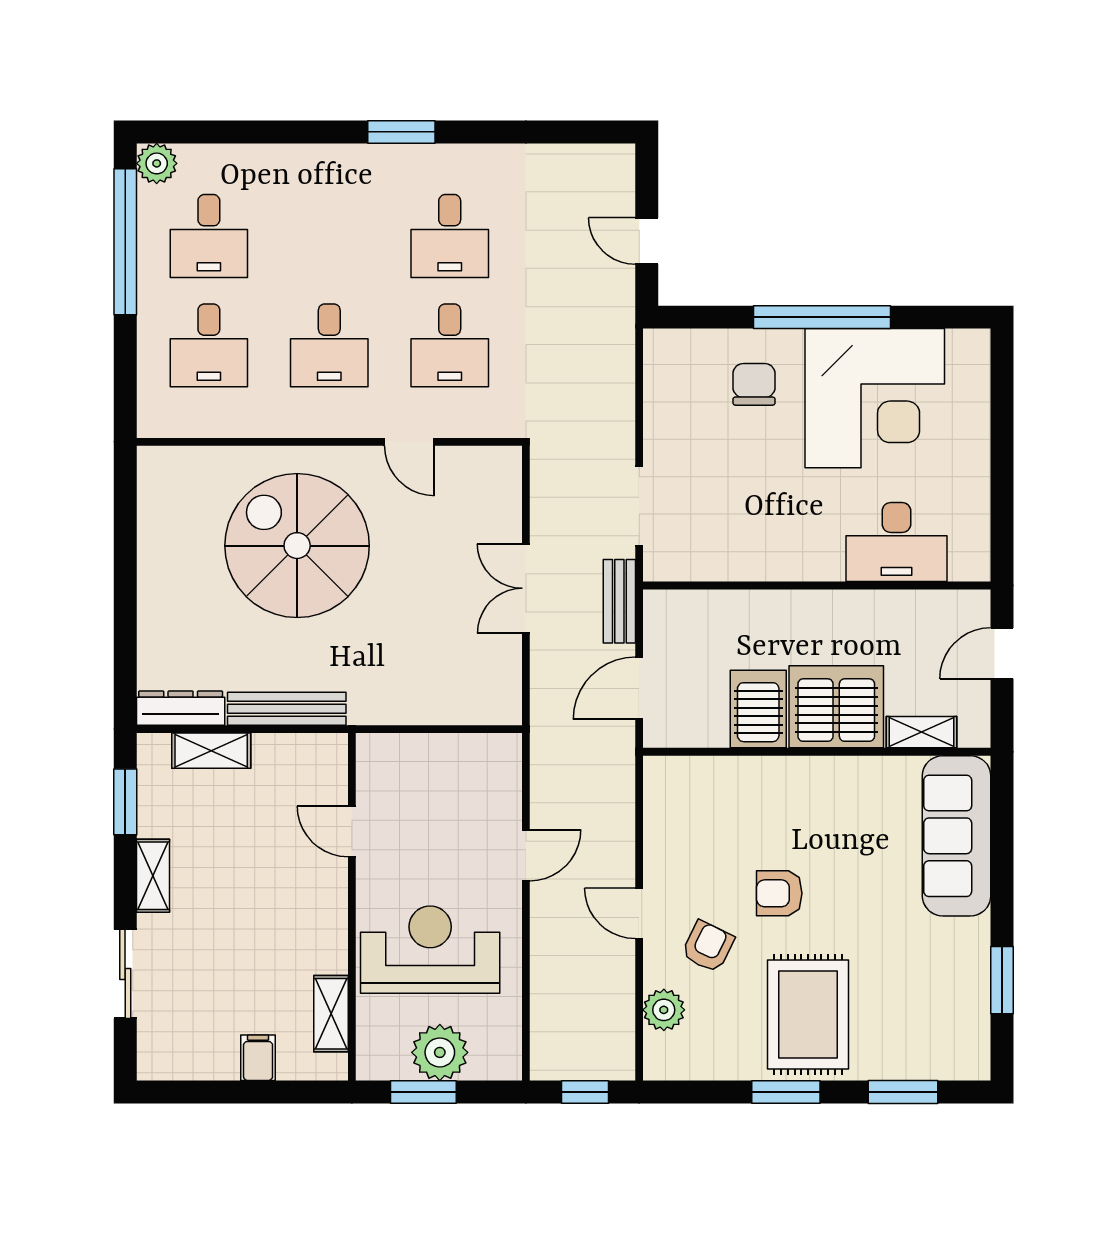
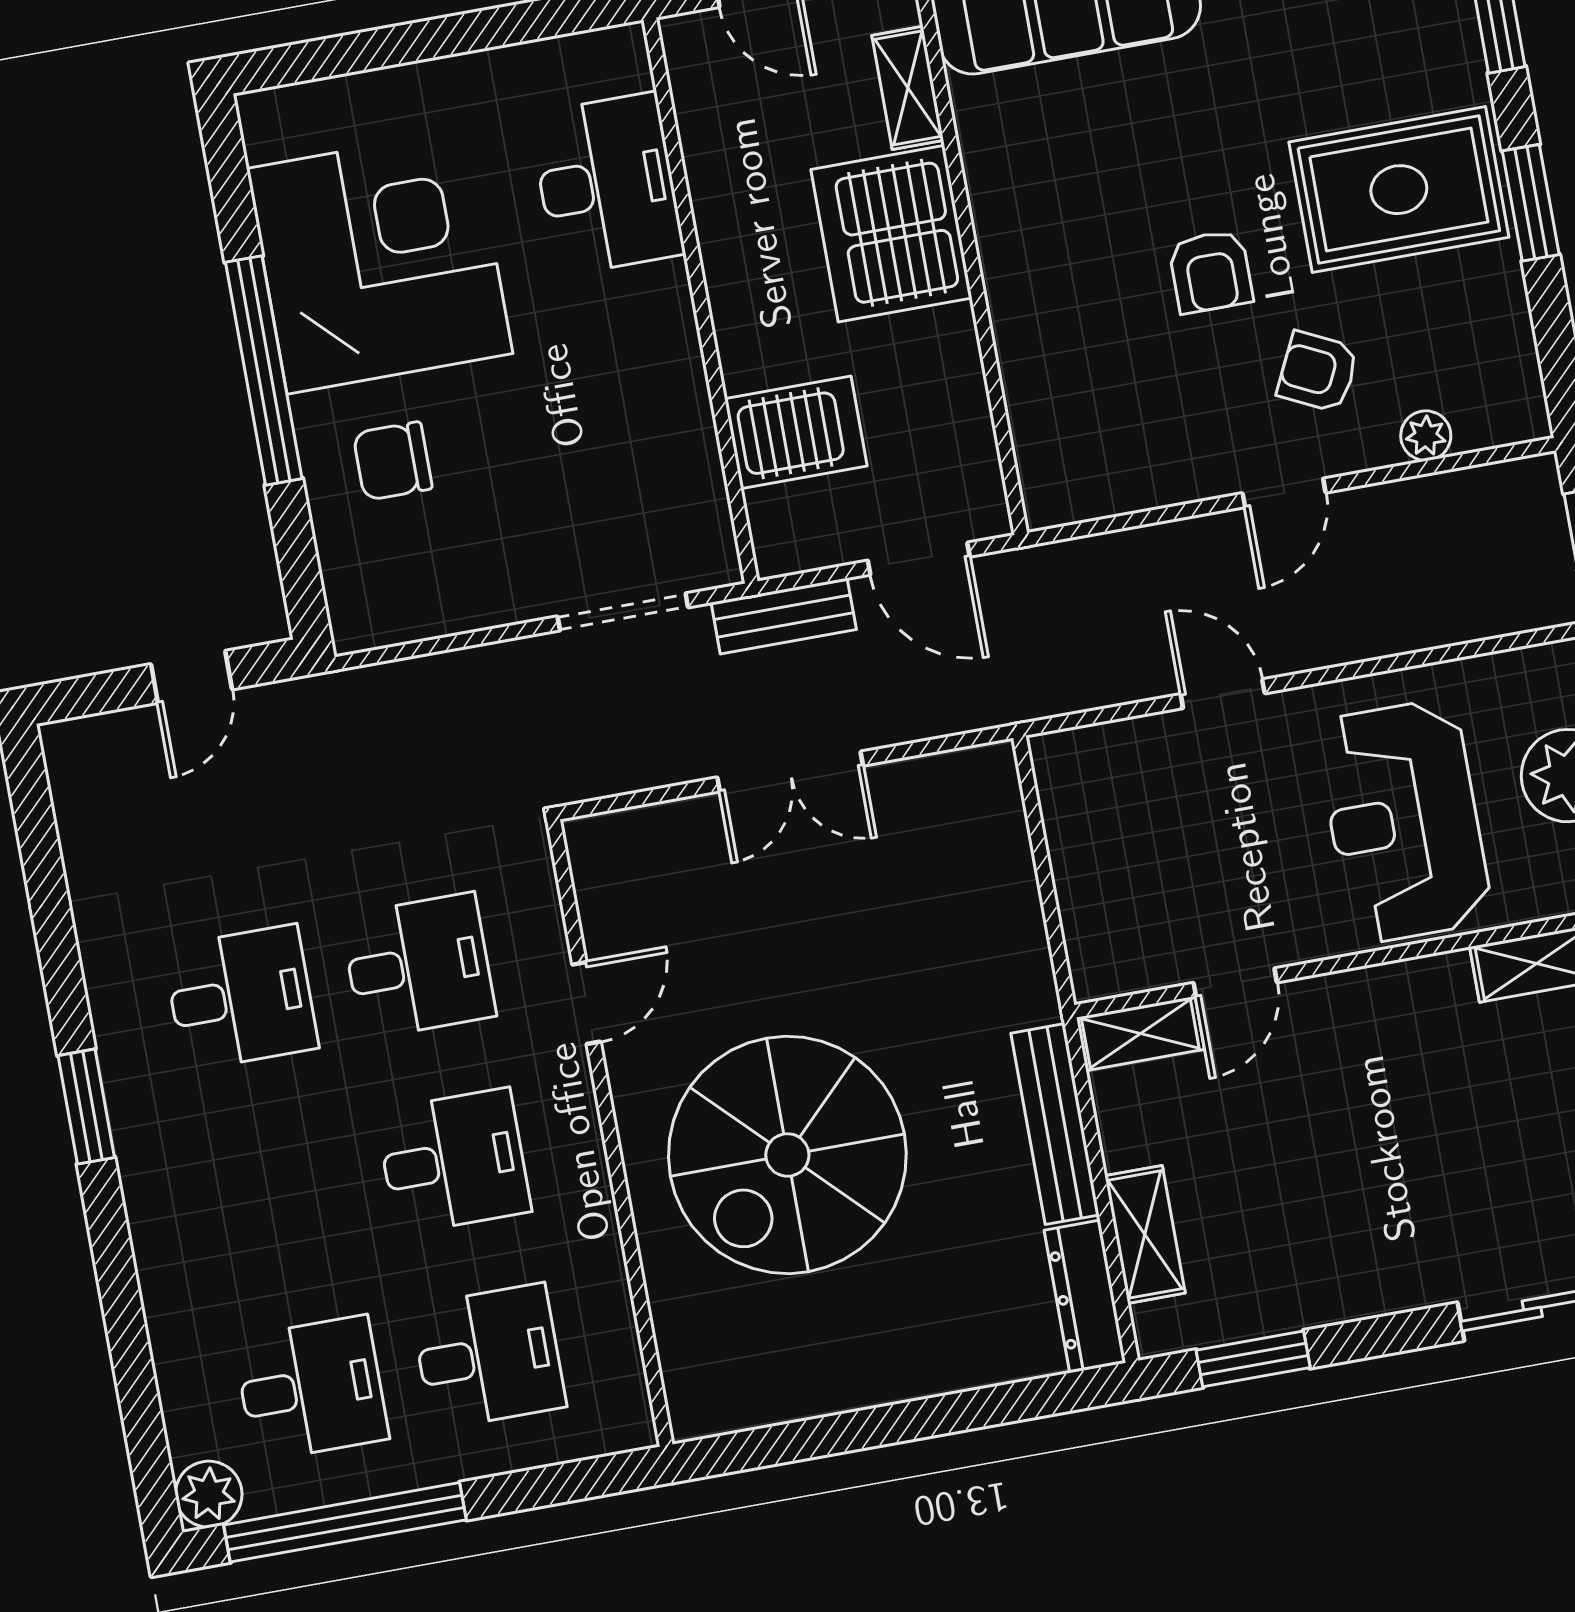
server rack: (758, 709) -> (796, 432), moved, turned 180
shelving: (153, 876) -> (1140, 1033), moved
plant: (664, 1010) -> (1426, 436), width x0.73, depth x0.73

